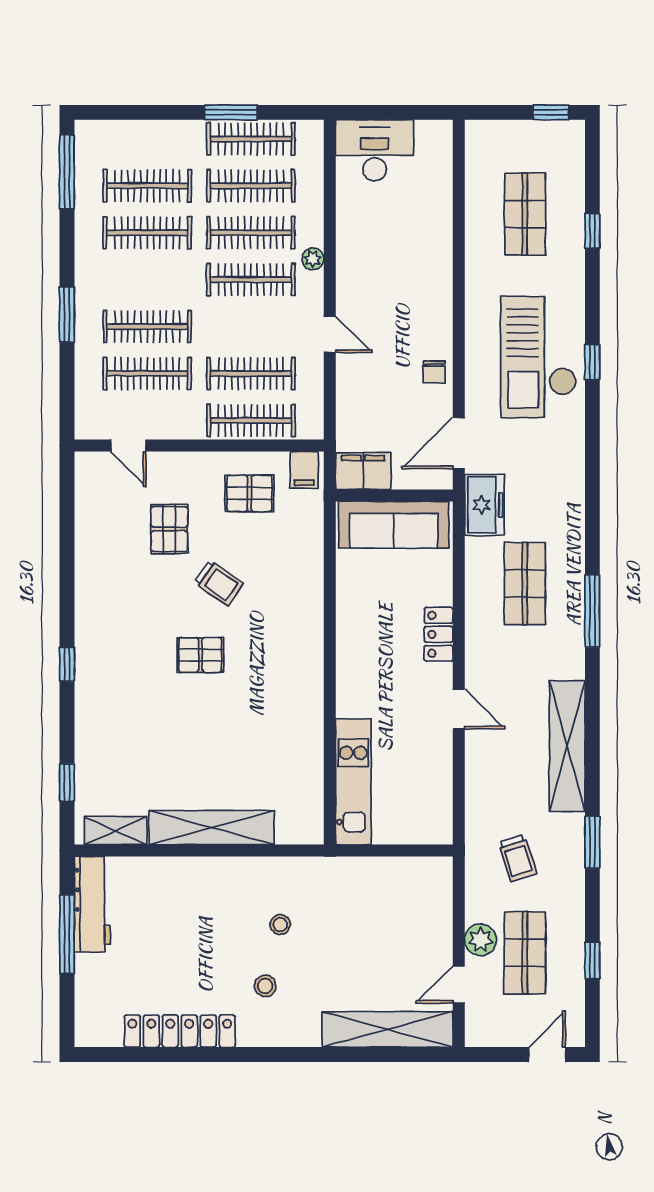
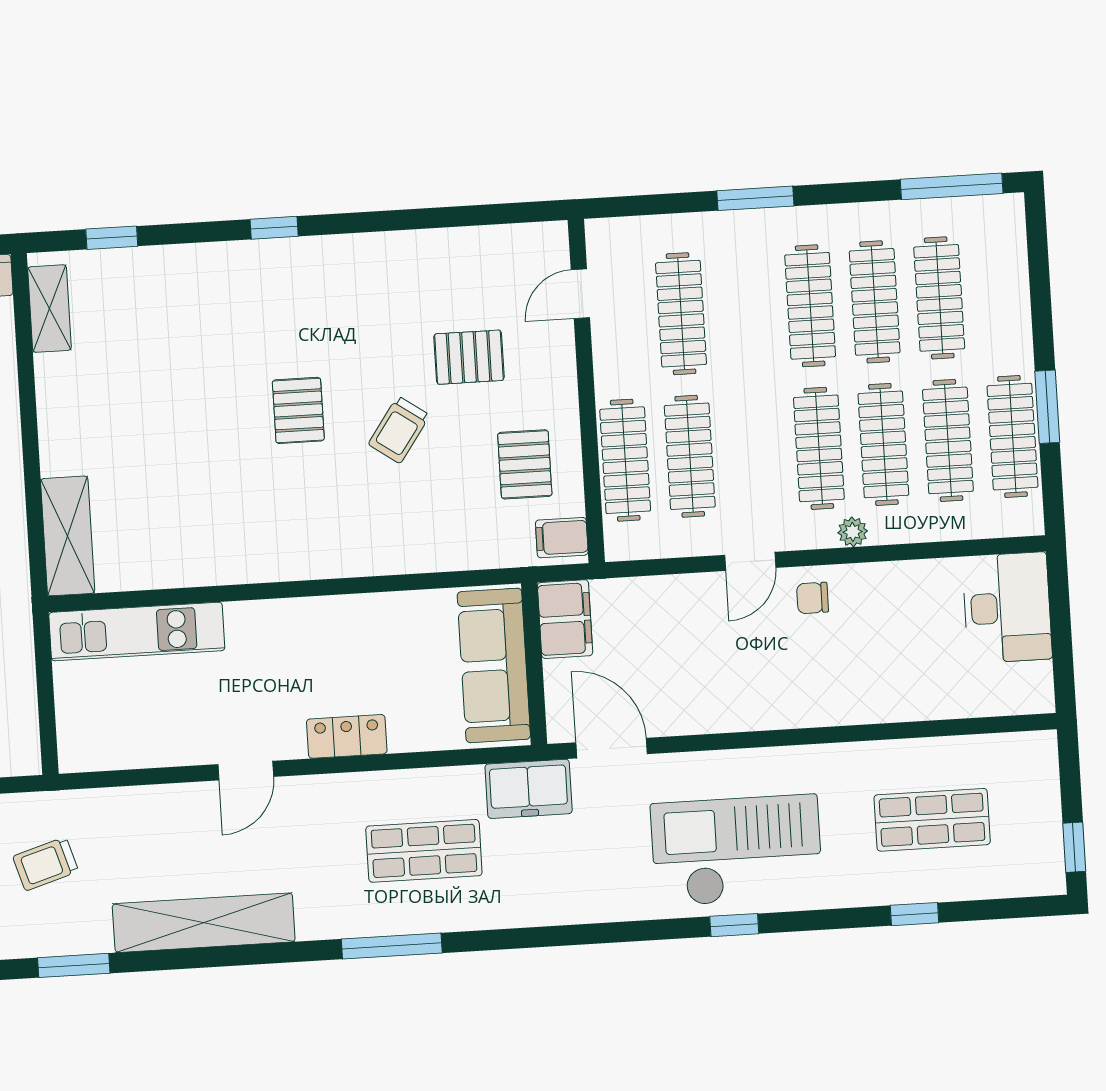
clothes rail: (147, 327) -> (810, 306), moved
chair: (434, 372) -> (813, 598), moved
shelving: (212, 828) -> (68, 536), moved, width x0.68

